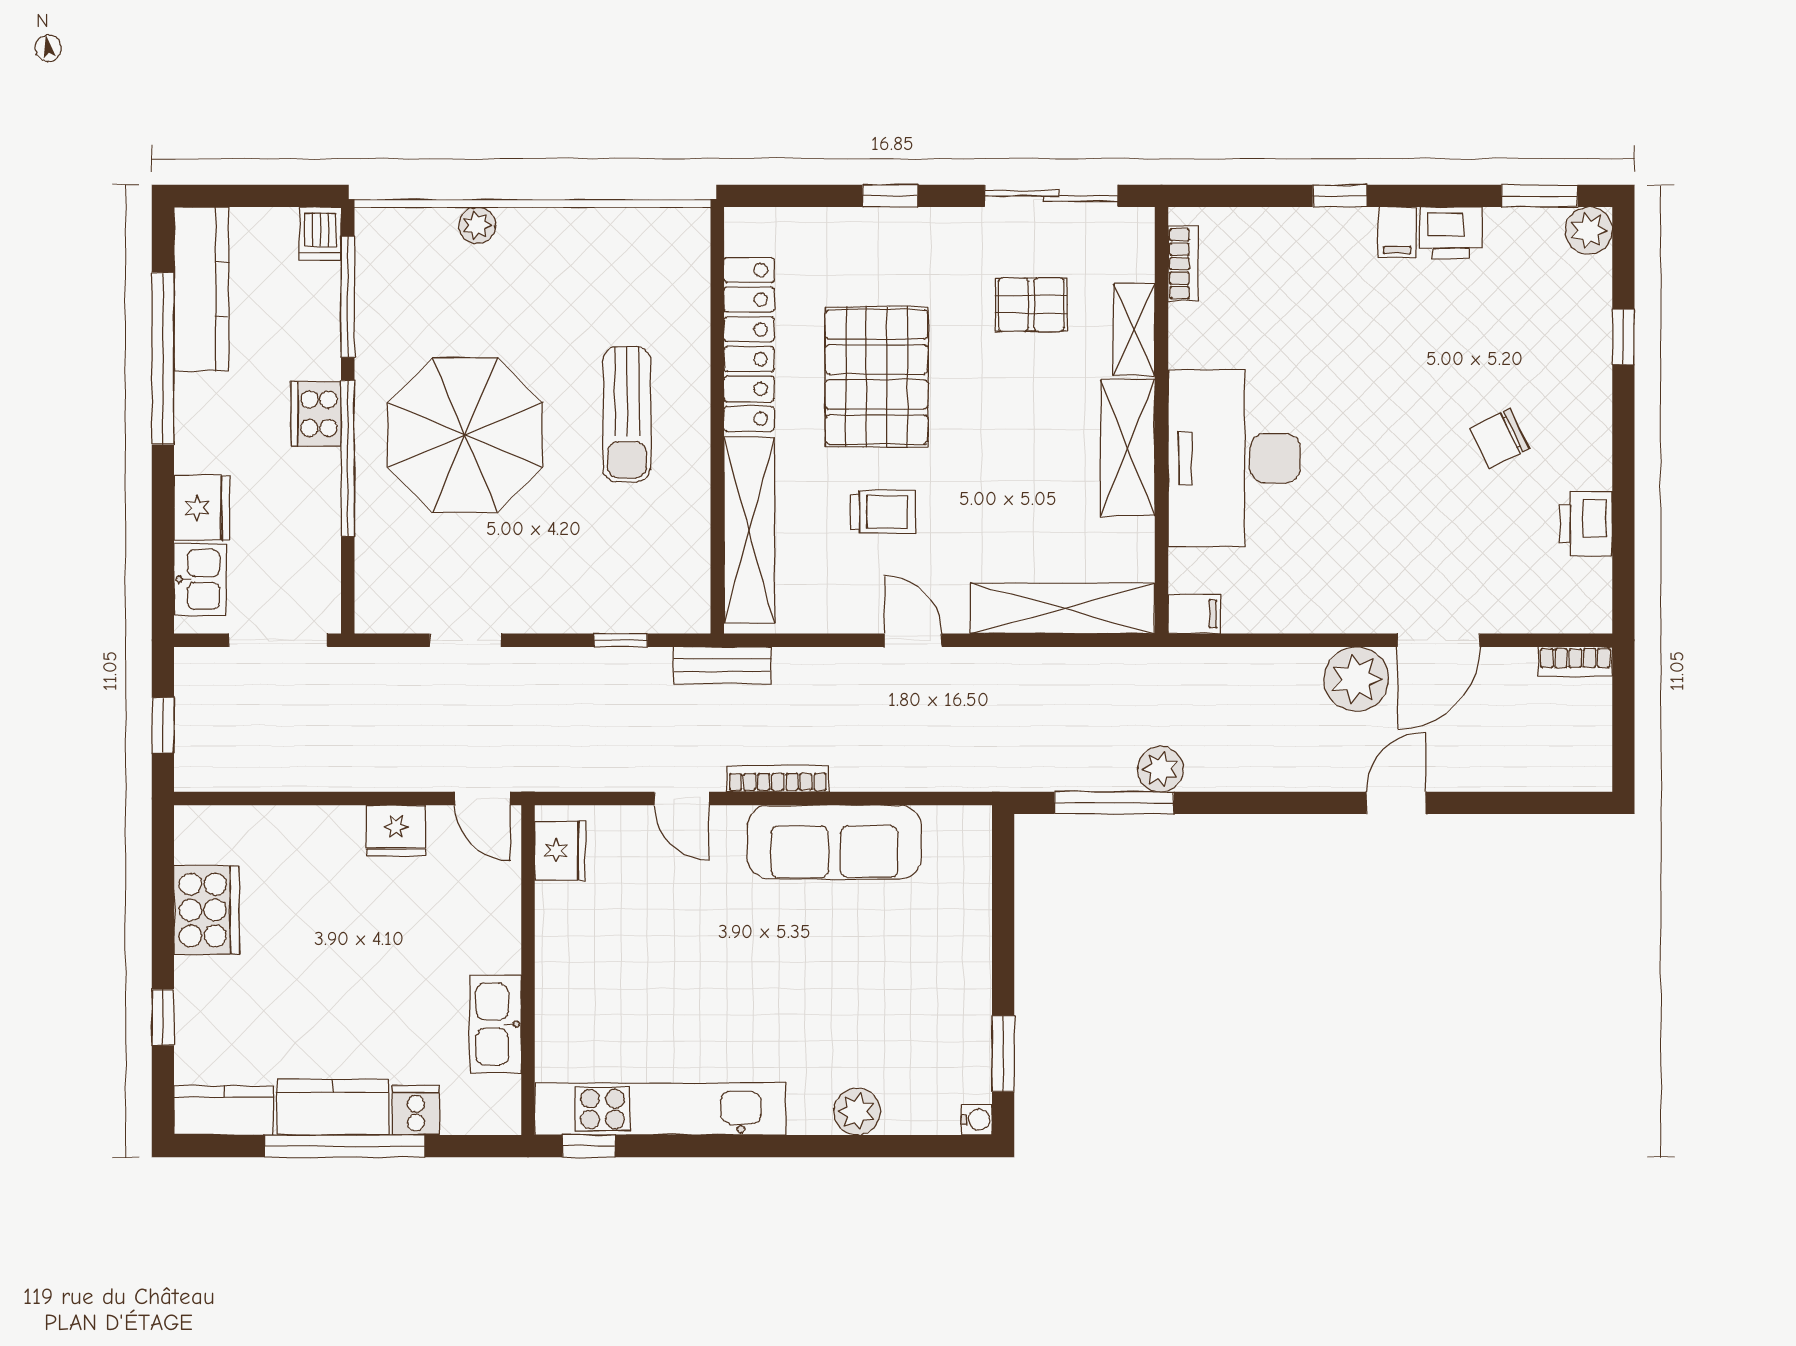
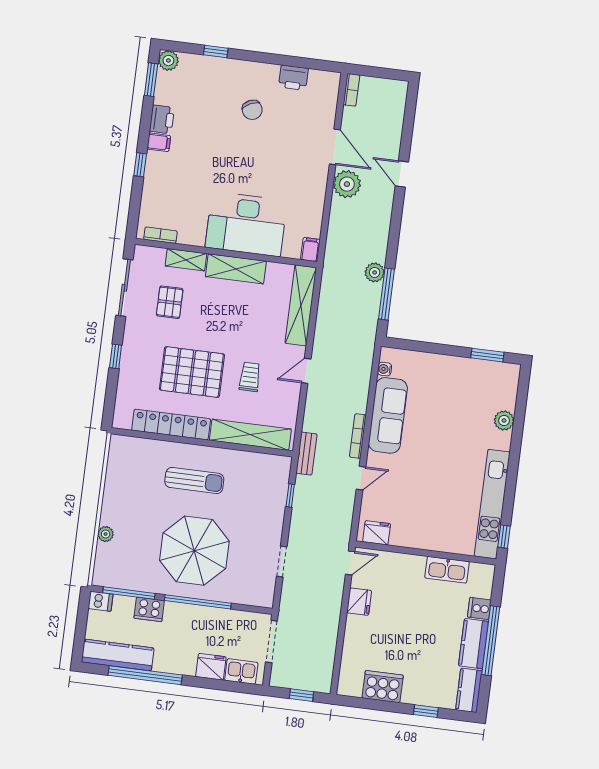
cooker: (316, 414) -> (149, 609), moved
water cooler: (977, 1120) -> (385, 369), moved, turned -90

